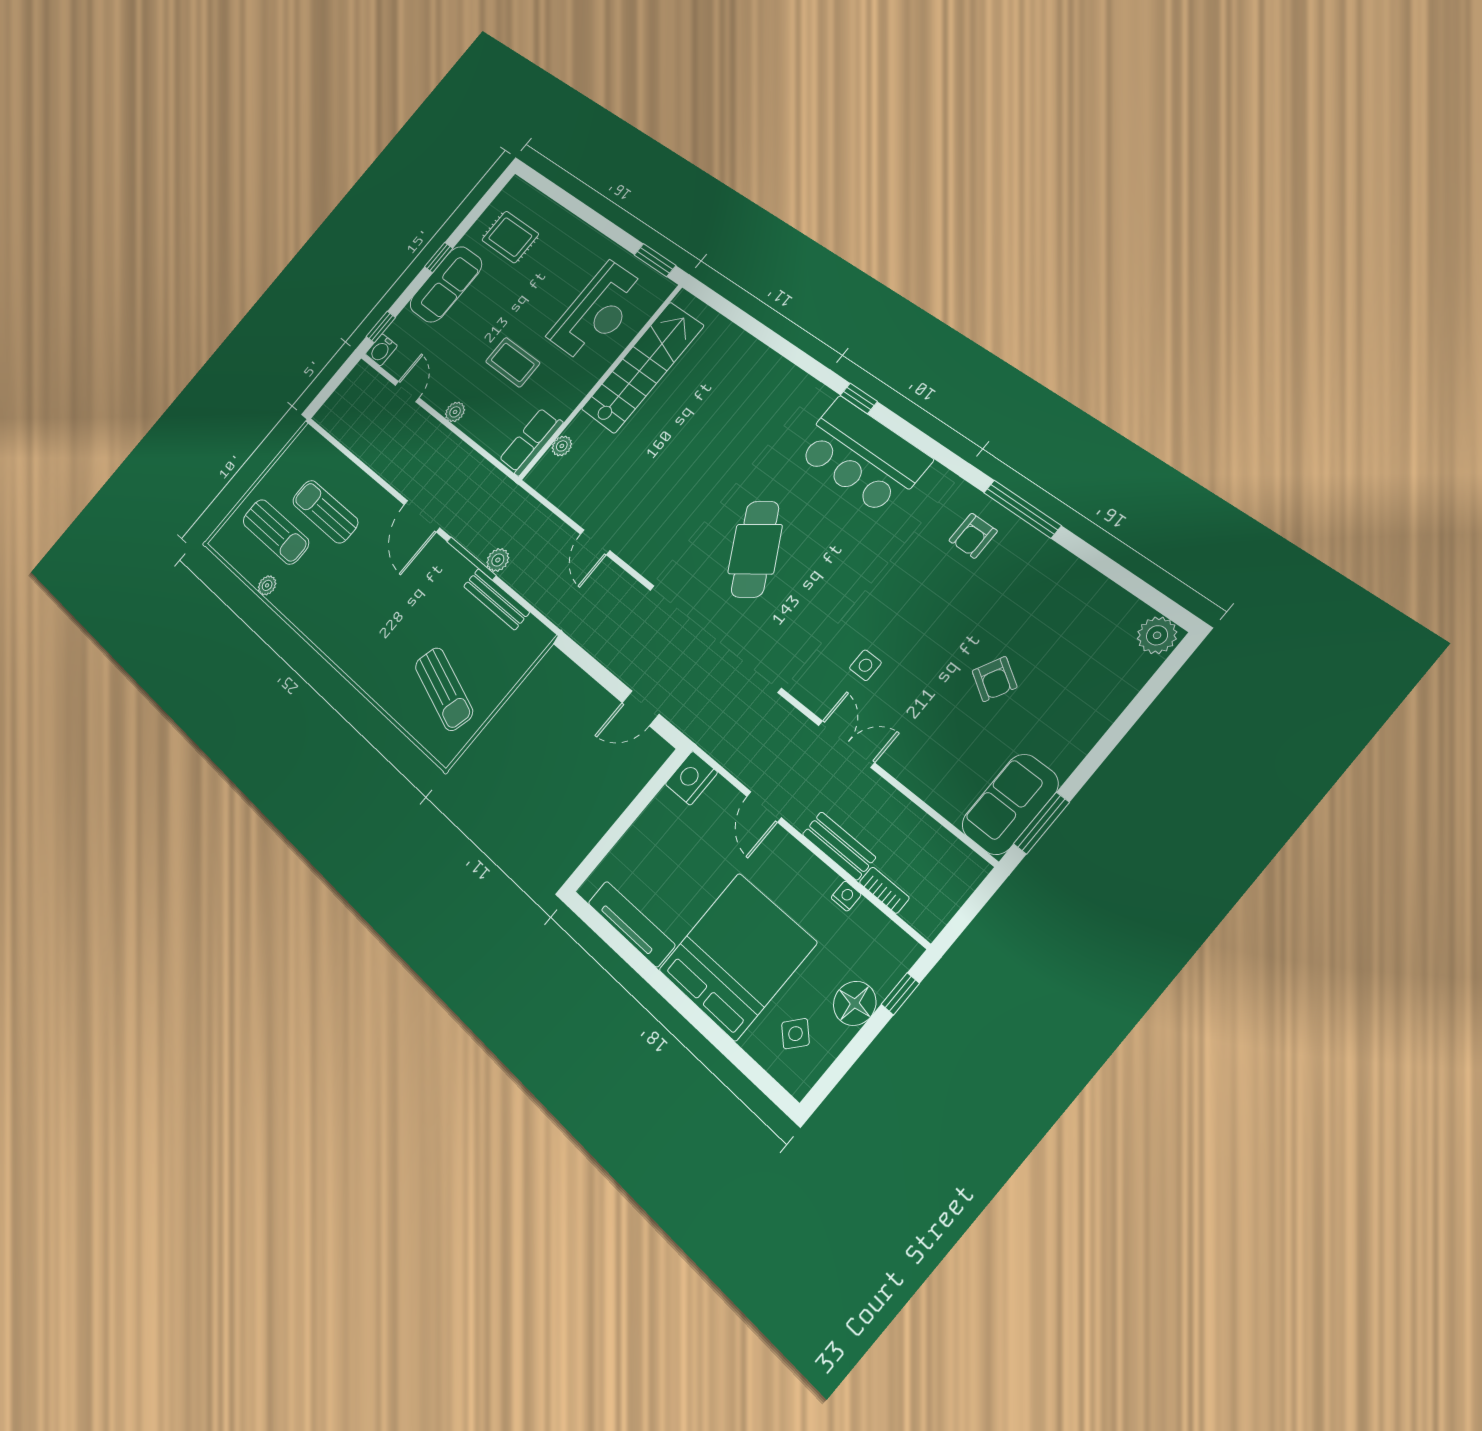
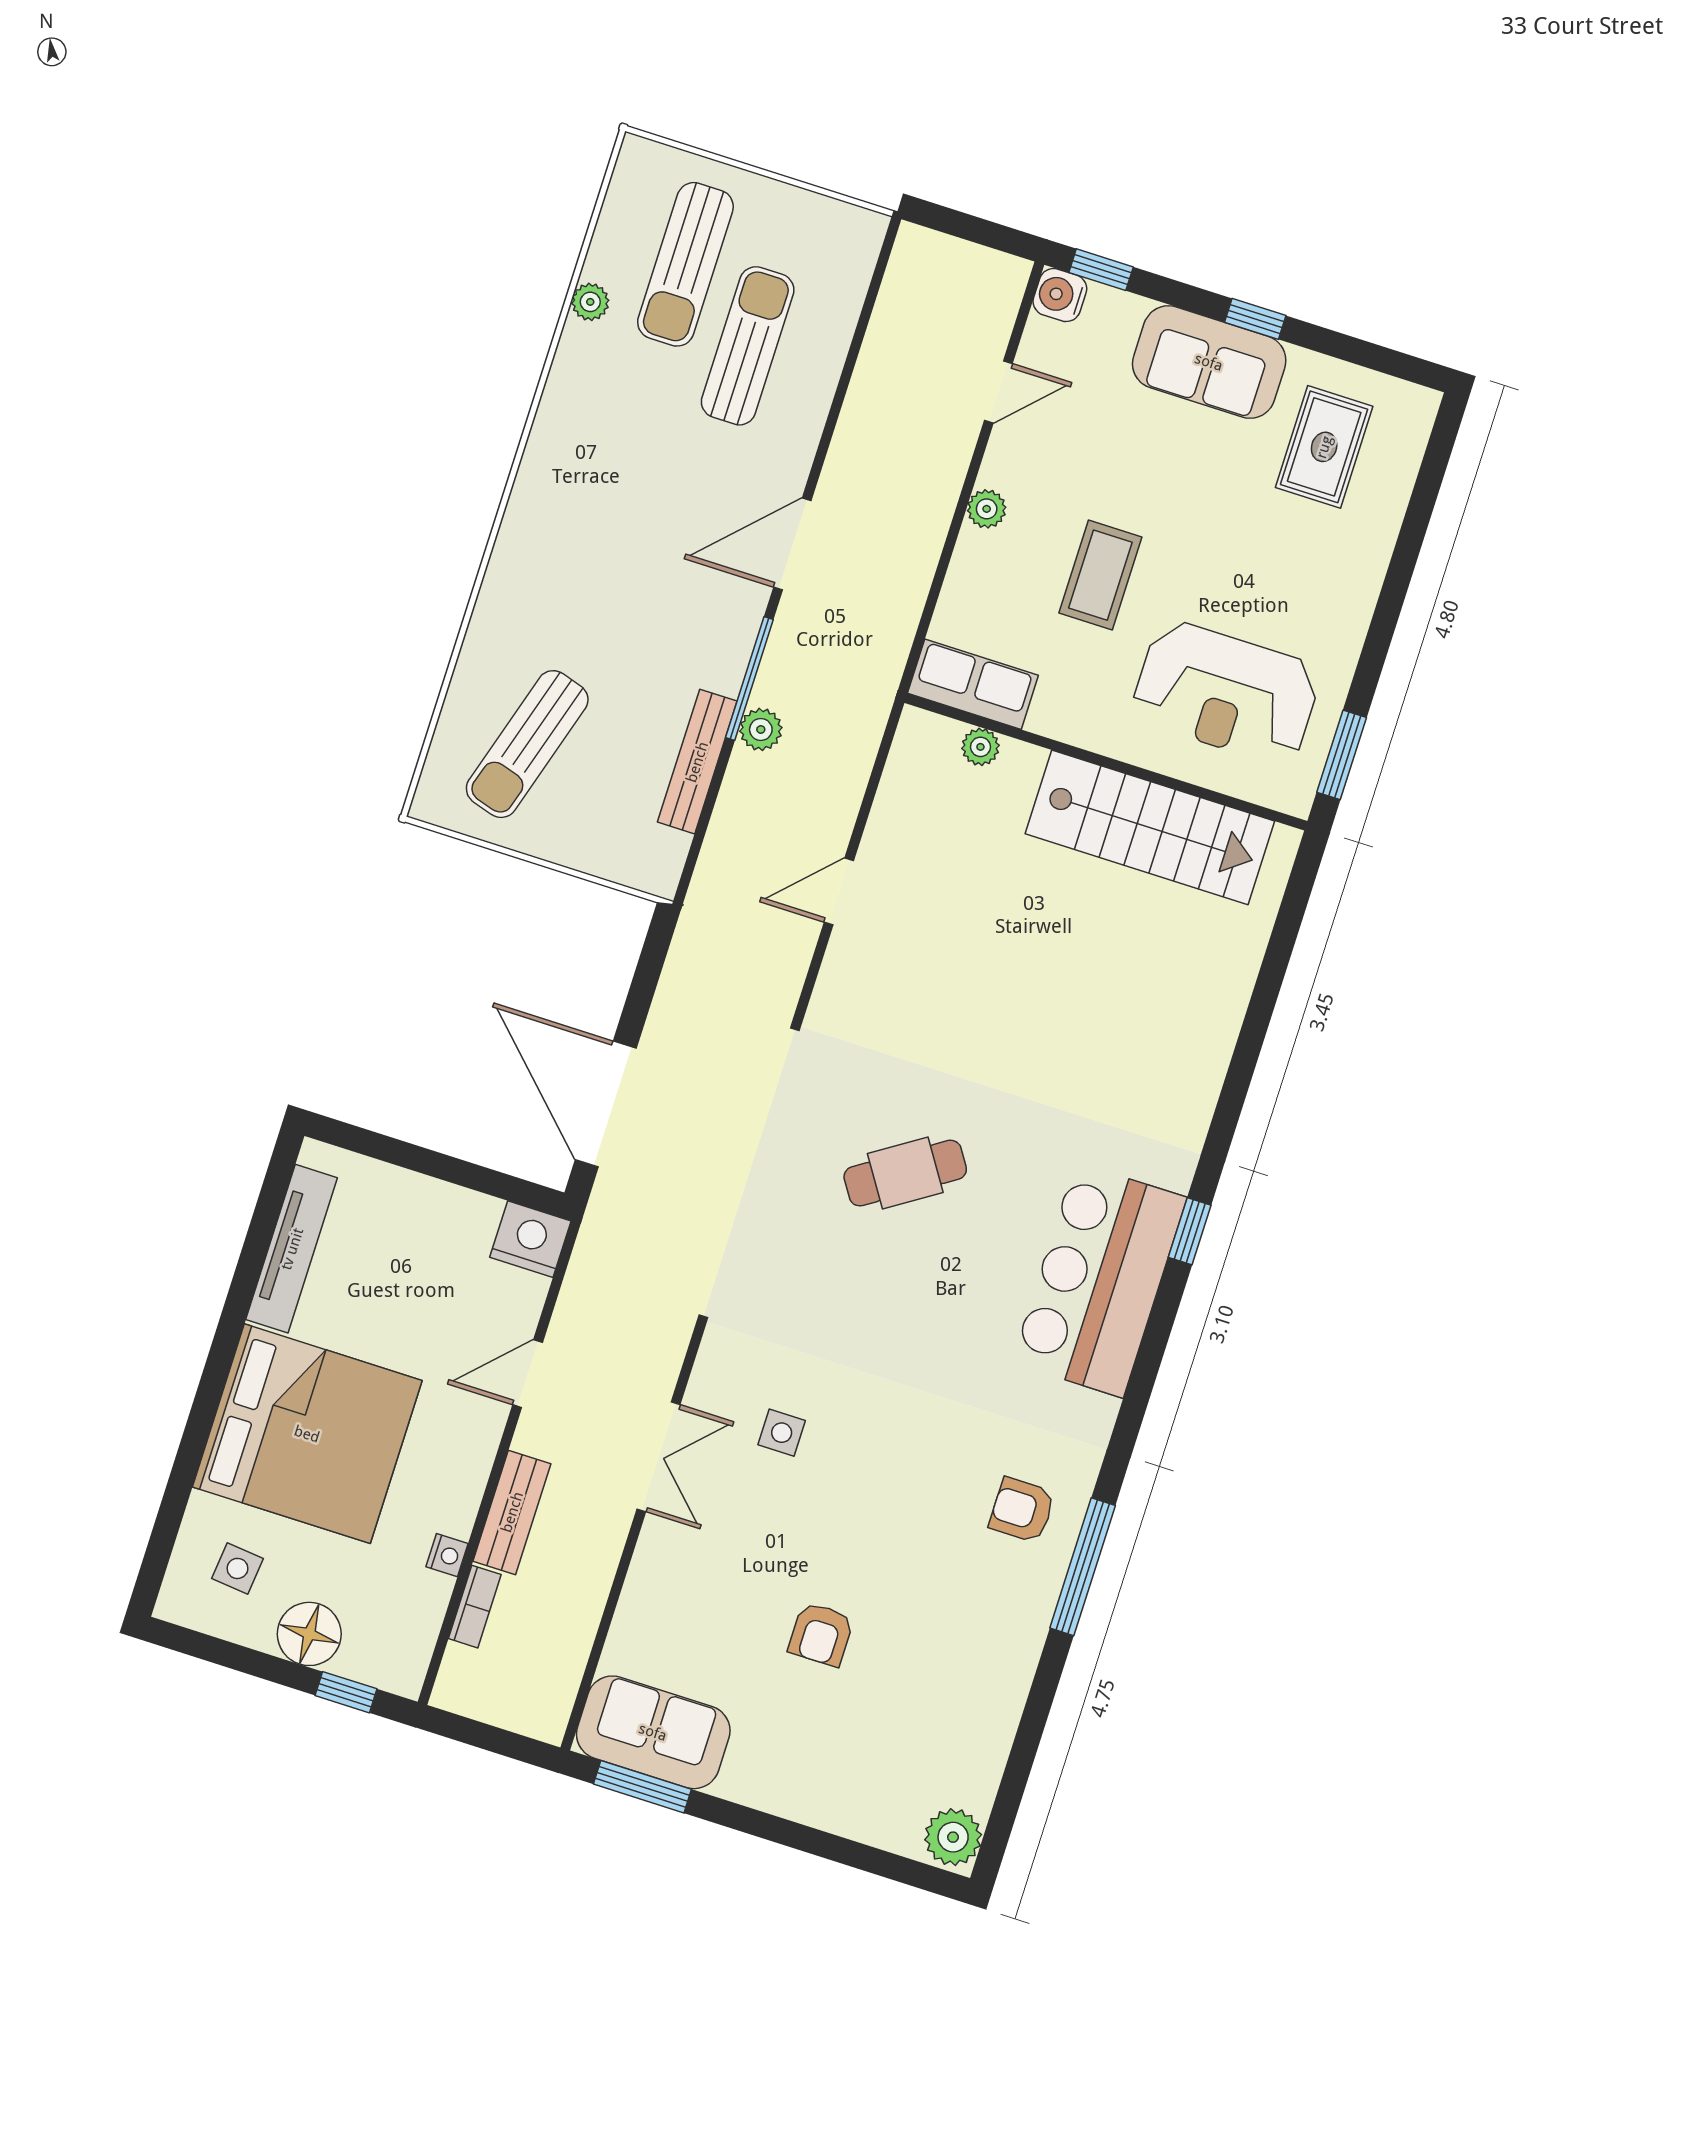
cafe table: (755, 549) -> (905, 1173), width x0.73, depth x0.74
armchair: (995, 679) -> (821, 1634), turned -30
door: (641, 708) -> (606, 1104), width x1.87
side table: (795, 1034) -> (237, 1568), turned -36

